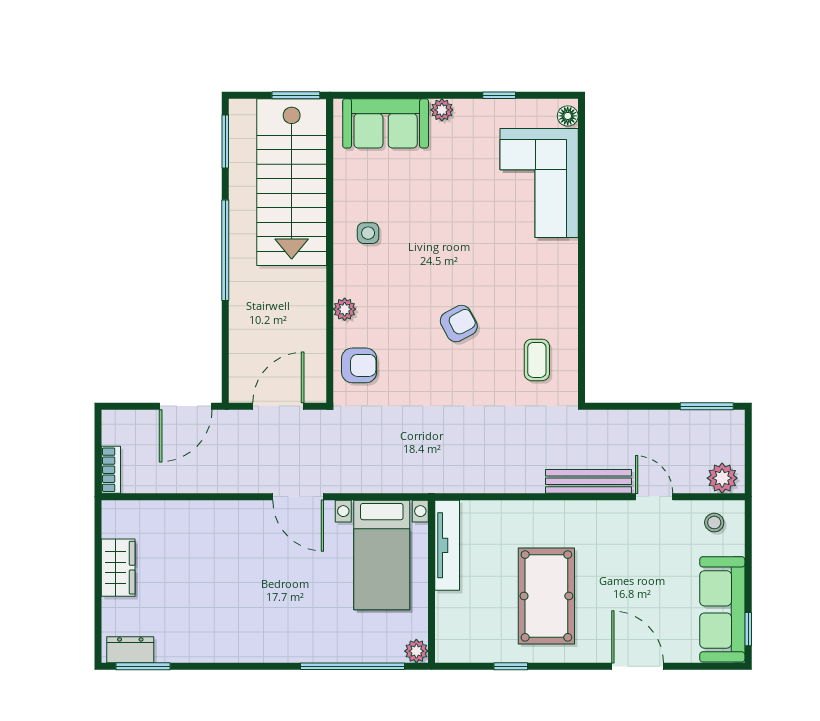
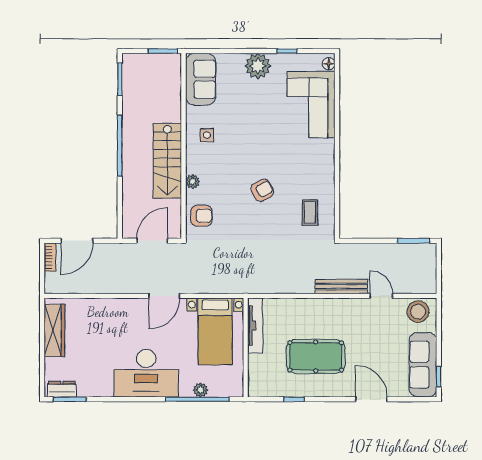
plant: (442, 110) -> (258, 66), width x1.87, depth x1.87
sofa: (386, 123) -> (201, 79), moved, turned -90
stairs: (292, 182) -> (167, 161), moved, width x0.73, depth x0.66
door: (186, 406) -> (77, 241), moved
bookcase: (111, 470) -> (50, 257), moved
plant: (722, 478) -> (423, 285), removed
door: (298, 497) -> (164, 296), hinge flipped
stool: (714, 523) -> (418, 312), width x1.89, depth x1.89
wardrobe: (118, 568) -> (54, 330), width x1.50
pool table: (546, 596) -> (316, 356), turned 90
desk: (268, 624) -> (146, 373), added
plant: (416, 651) -> (201, 390), moved

